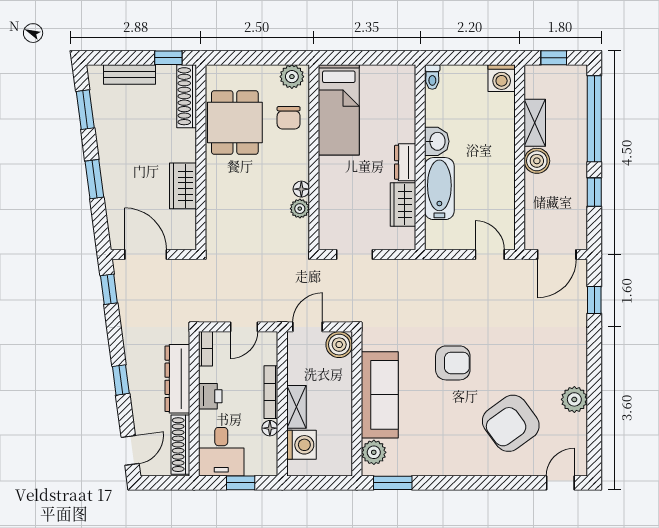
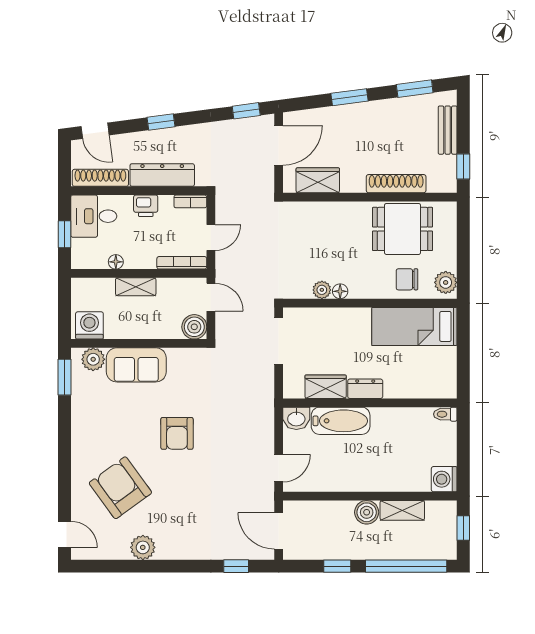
shoe rack: (187, 96) -> (396, 184), moved
washbasin: (437, 141) -> (296, 418), moved
wardrobe: (183, 186) -> (318, 180), moved
doorway: (354, 254) -> (279, 341), width x1.38
door: (244, 327) -> (211, 238), swing flipped
bookcase: (271, 392) -> (182, 263), moved
sofa: (380, 395) -> (136, 365), width x0.73
washing machine: (301, 445) -> (89, 325), moved, turned 180

